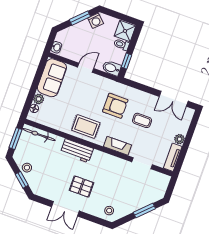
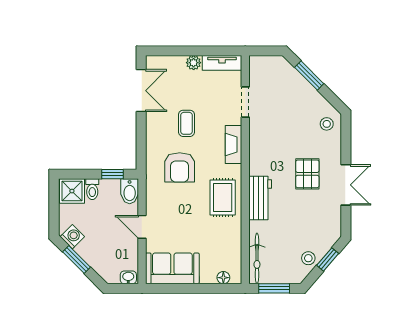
plant: (39, 99) -> (208, 276), removed
armchair: (115, 106) -> (180, 167), turned 180

